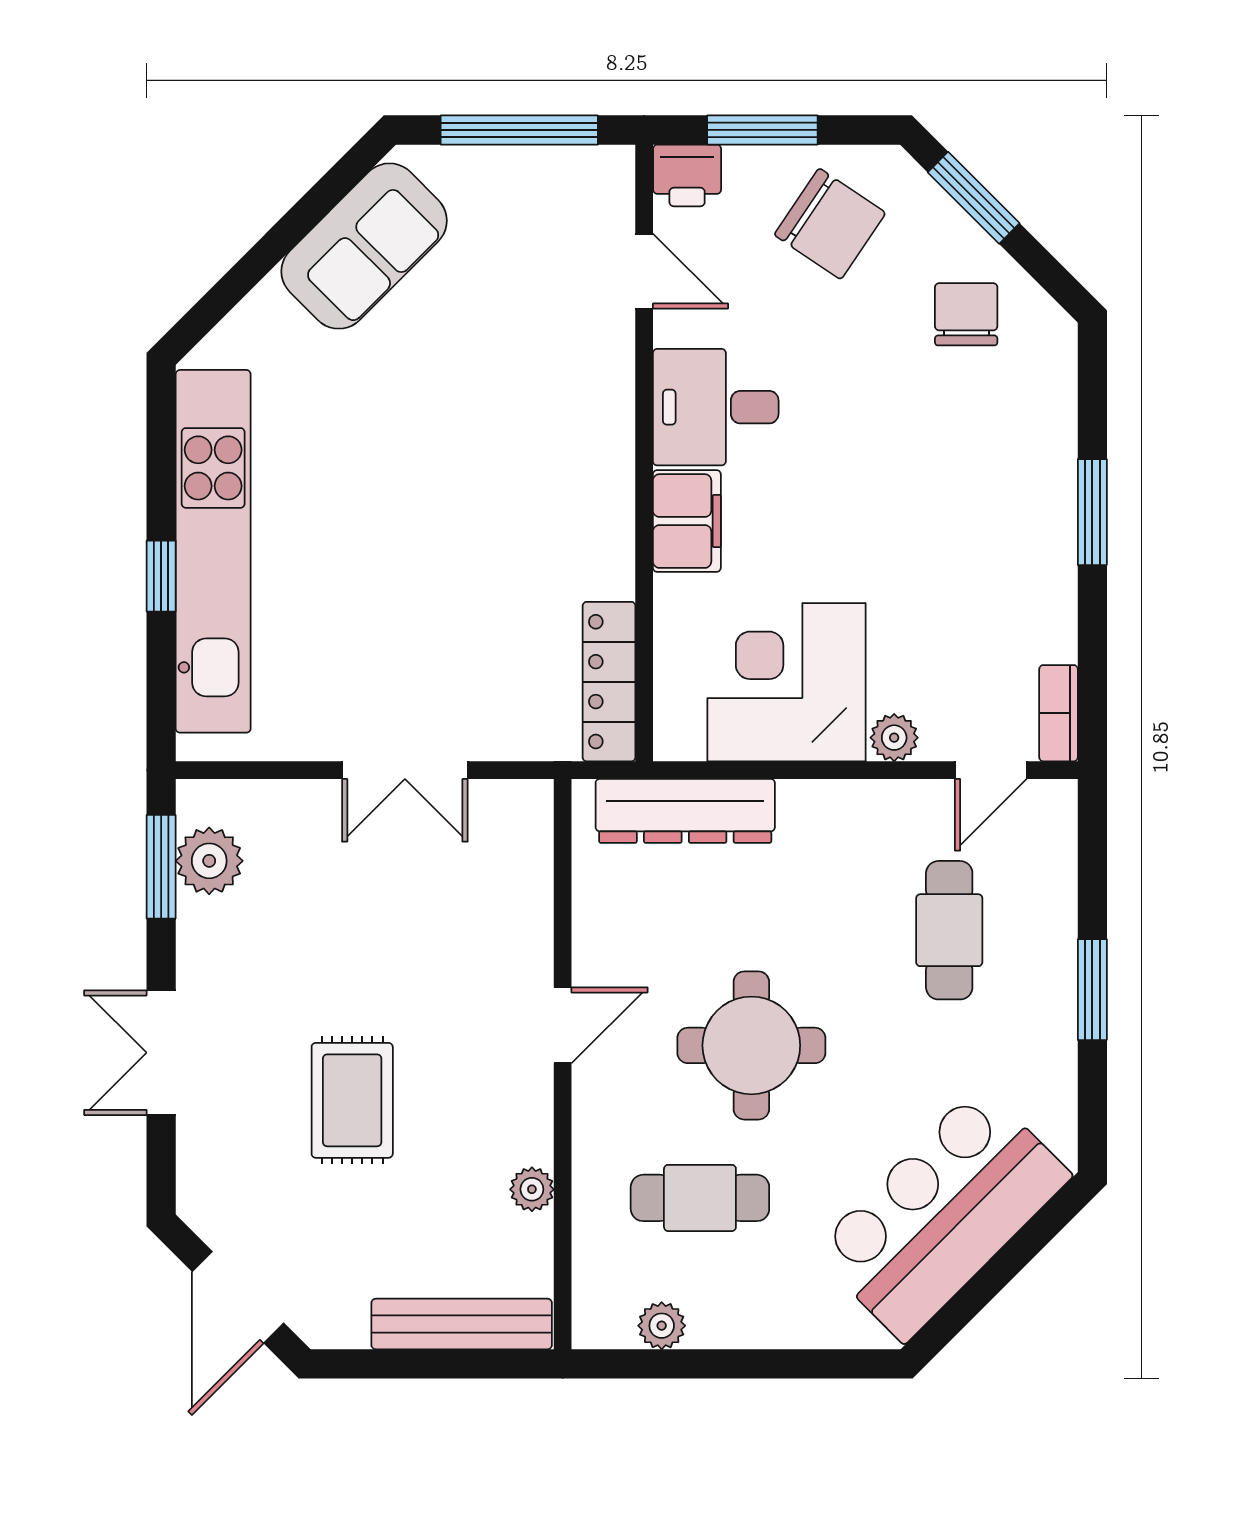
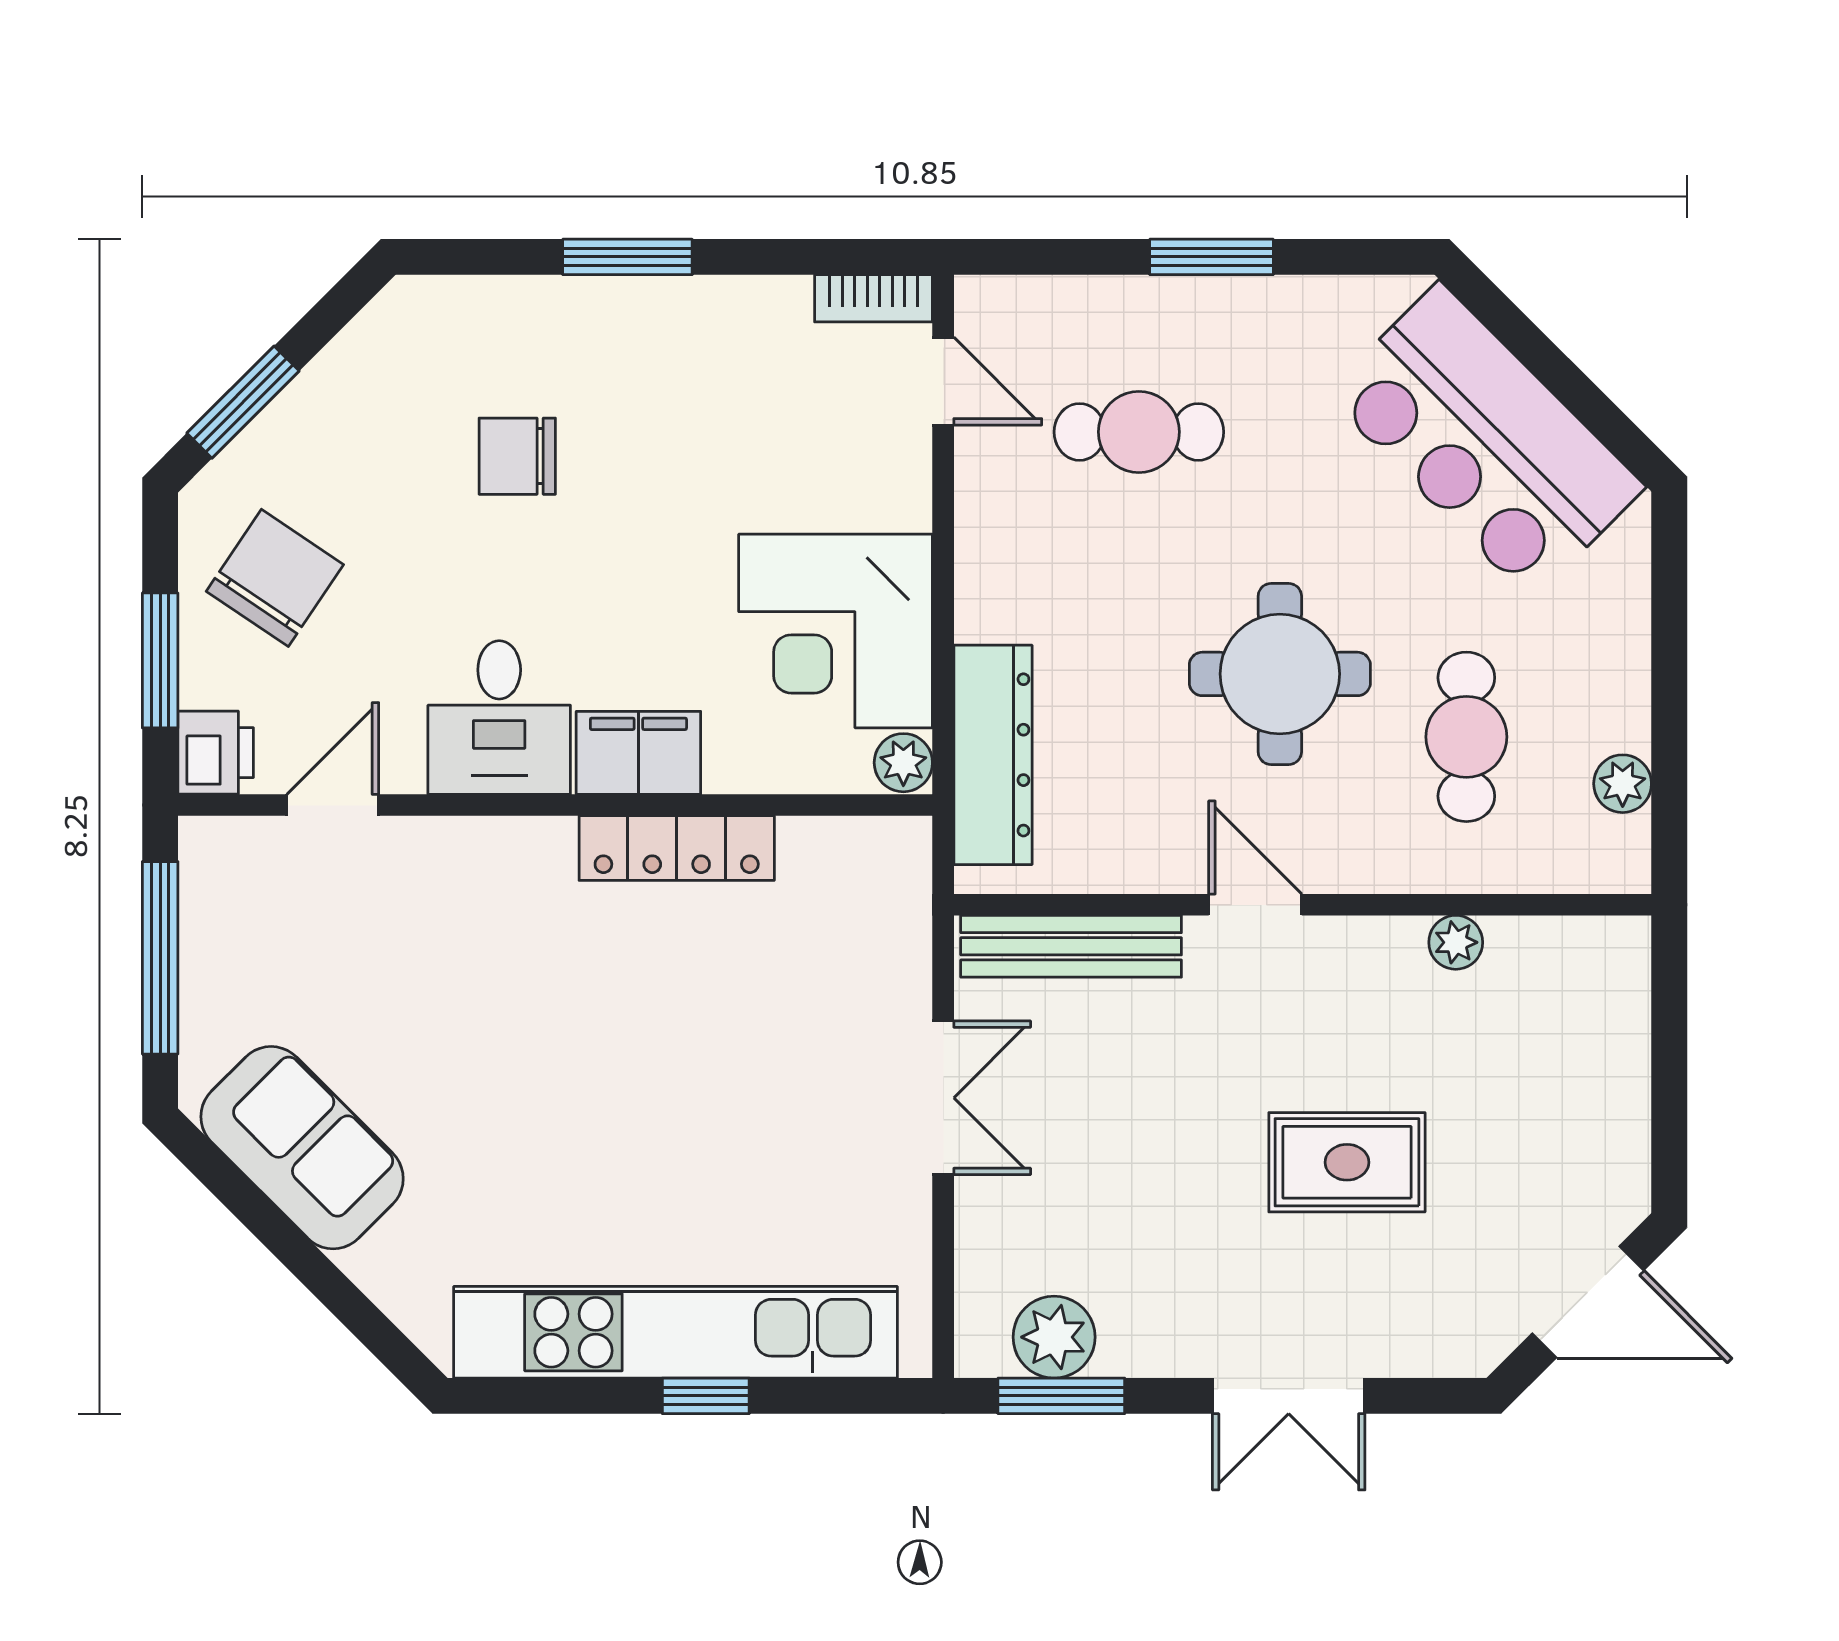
chair: (966, 314) -> (517, 456), moved
locker: (609, 682) -> (677, 848), moved
plant: (894, 738) -> (903, 763), moved
bench: (462, 1324) -> (1071, 946), moved, turned 90

